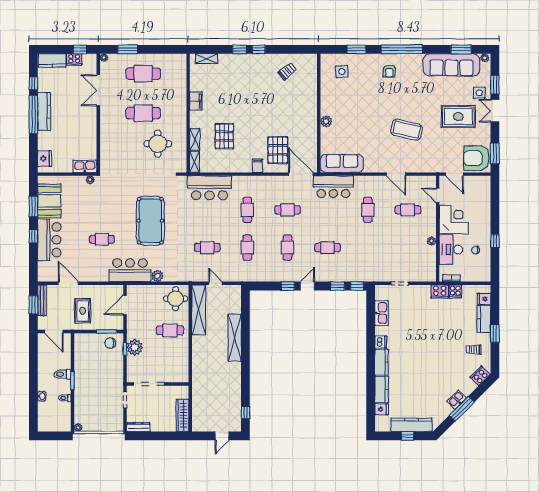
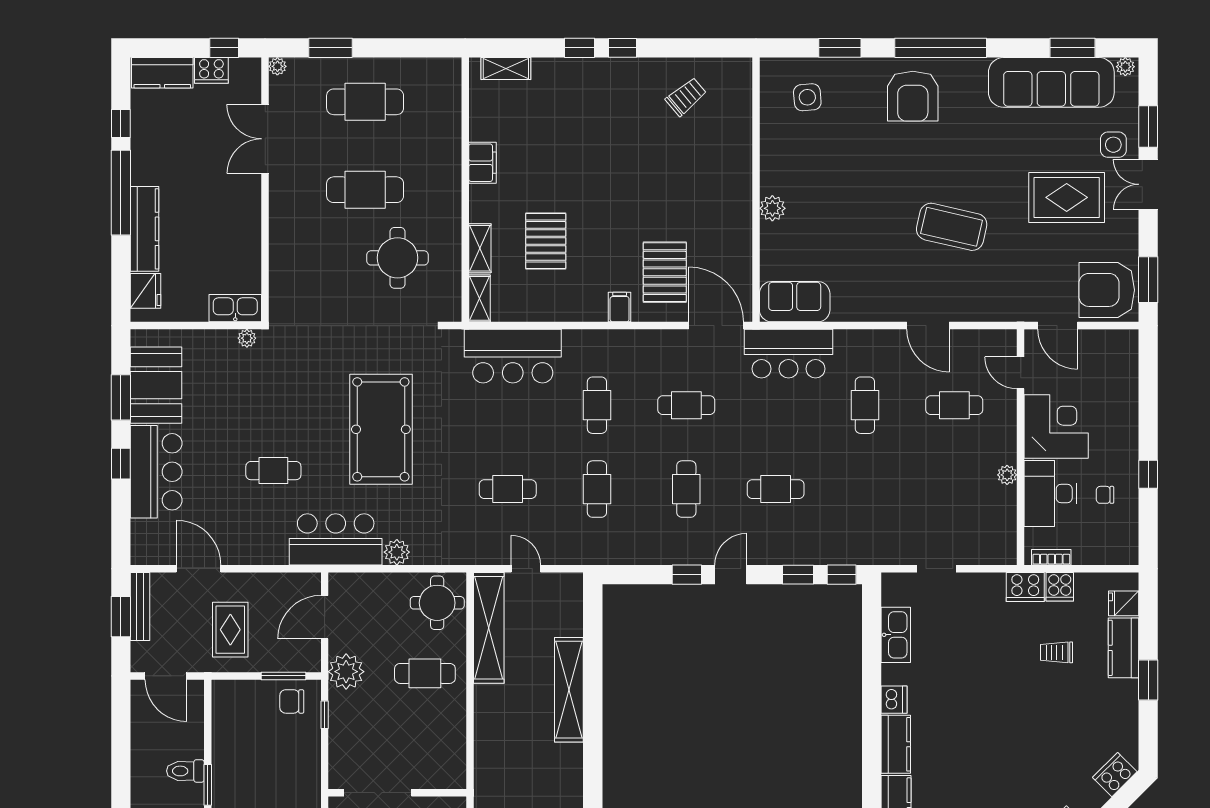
armchair: (389, 71) -> (913, 96), width x1.88, depth x1.88
kitchen counter: (44, 111) -> (145, 229), moved
sofa: (342, 163) -> (795, 302), width x0.73
plant: (135, 347) -> (346, 672), moved
trolley: (474, 350) -> (1056, 652), moved

